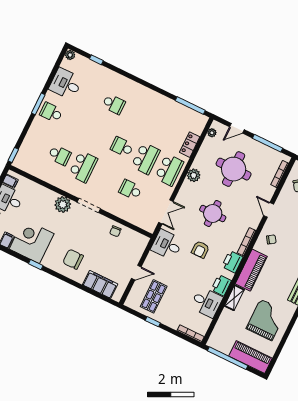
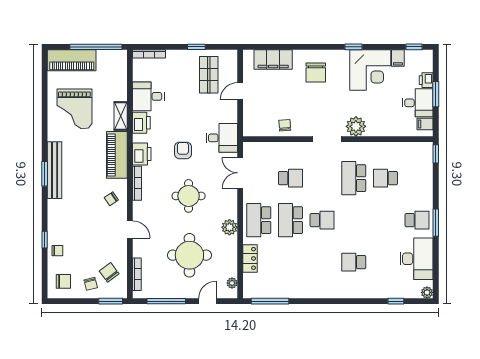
desk: (66, 84) -> (416, 259), width x1.37
chair: (73, 259) -> (316, 73), turned 90

